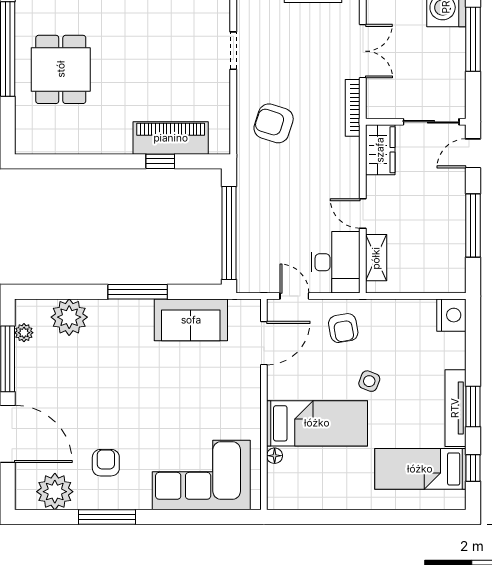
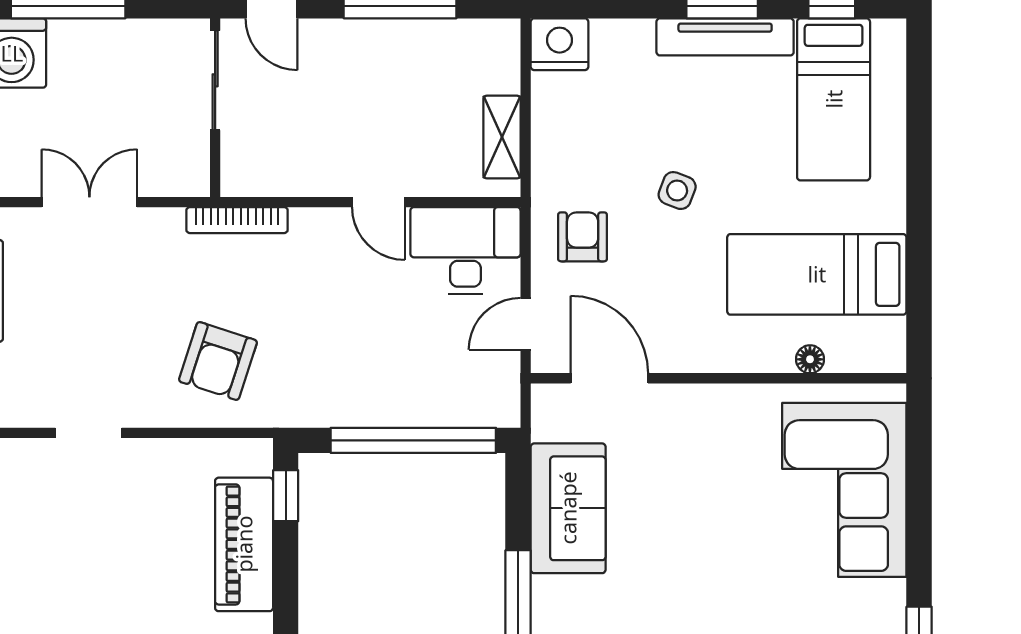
bookcase: (353, 108) -> (237, 220), moved
wardrobe: (380, 150) -> (265, 171), removed
window: (160, 161) -> (286, 496), moved
door: (363, 213) -> (378, 202), hinge flipped
shelving: (376, 258) -> (502, 137), moved, turned 90
armchair: (343, 328) -> (583, 237), turned -80
bed: (317, 423) -> (817, 274), moved, turned -90

